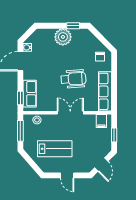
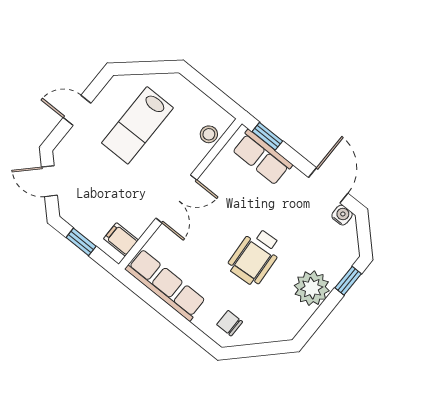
window: (73, 26) -> (348, 281), moved
wheelchair: (73, 79) -> (255, 257), moved
window: (20, 131) -> (213, 92), removed

